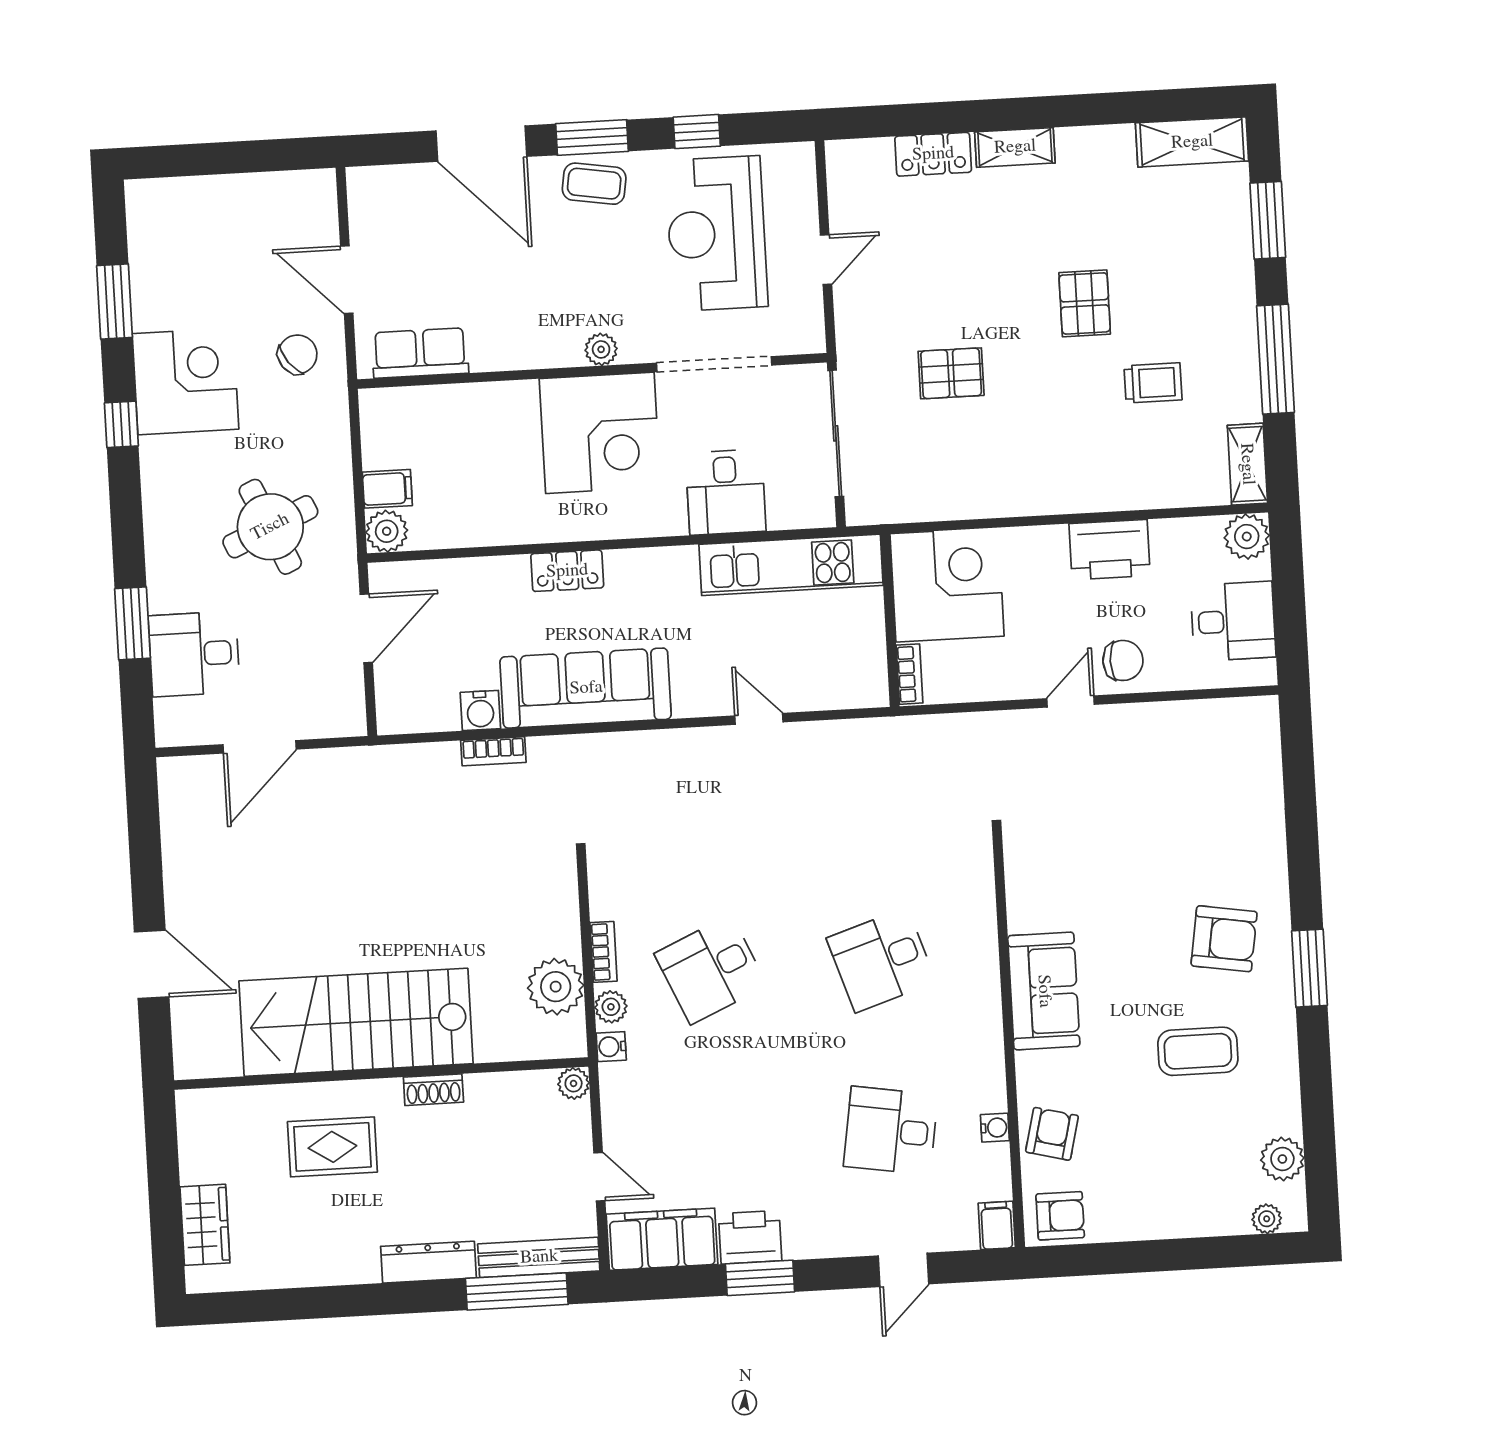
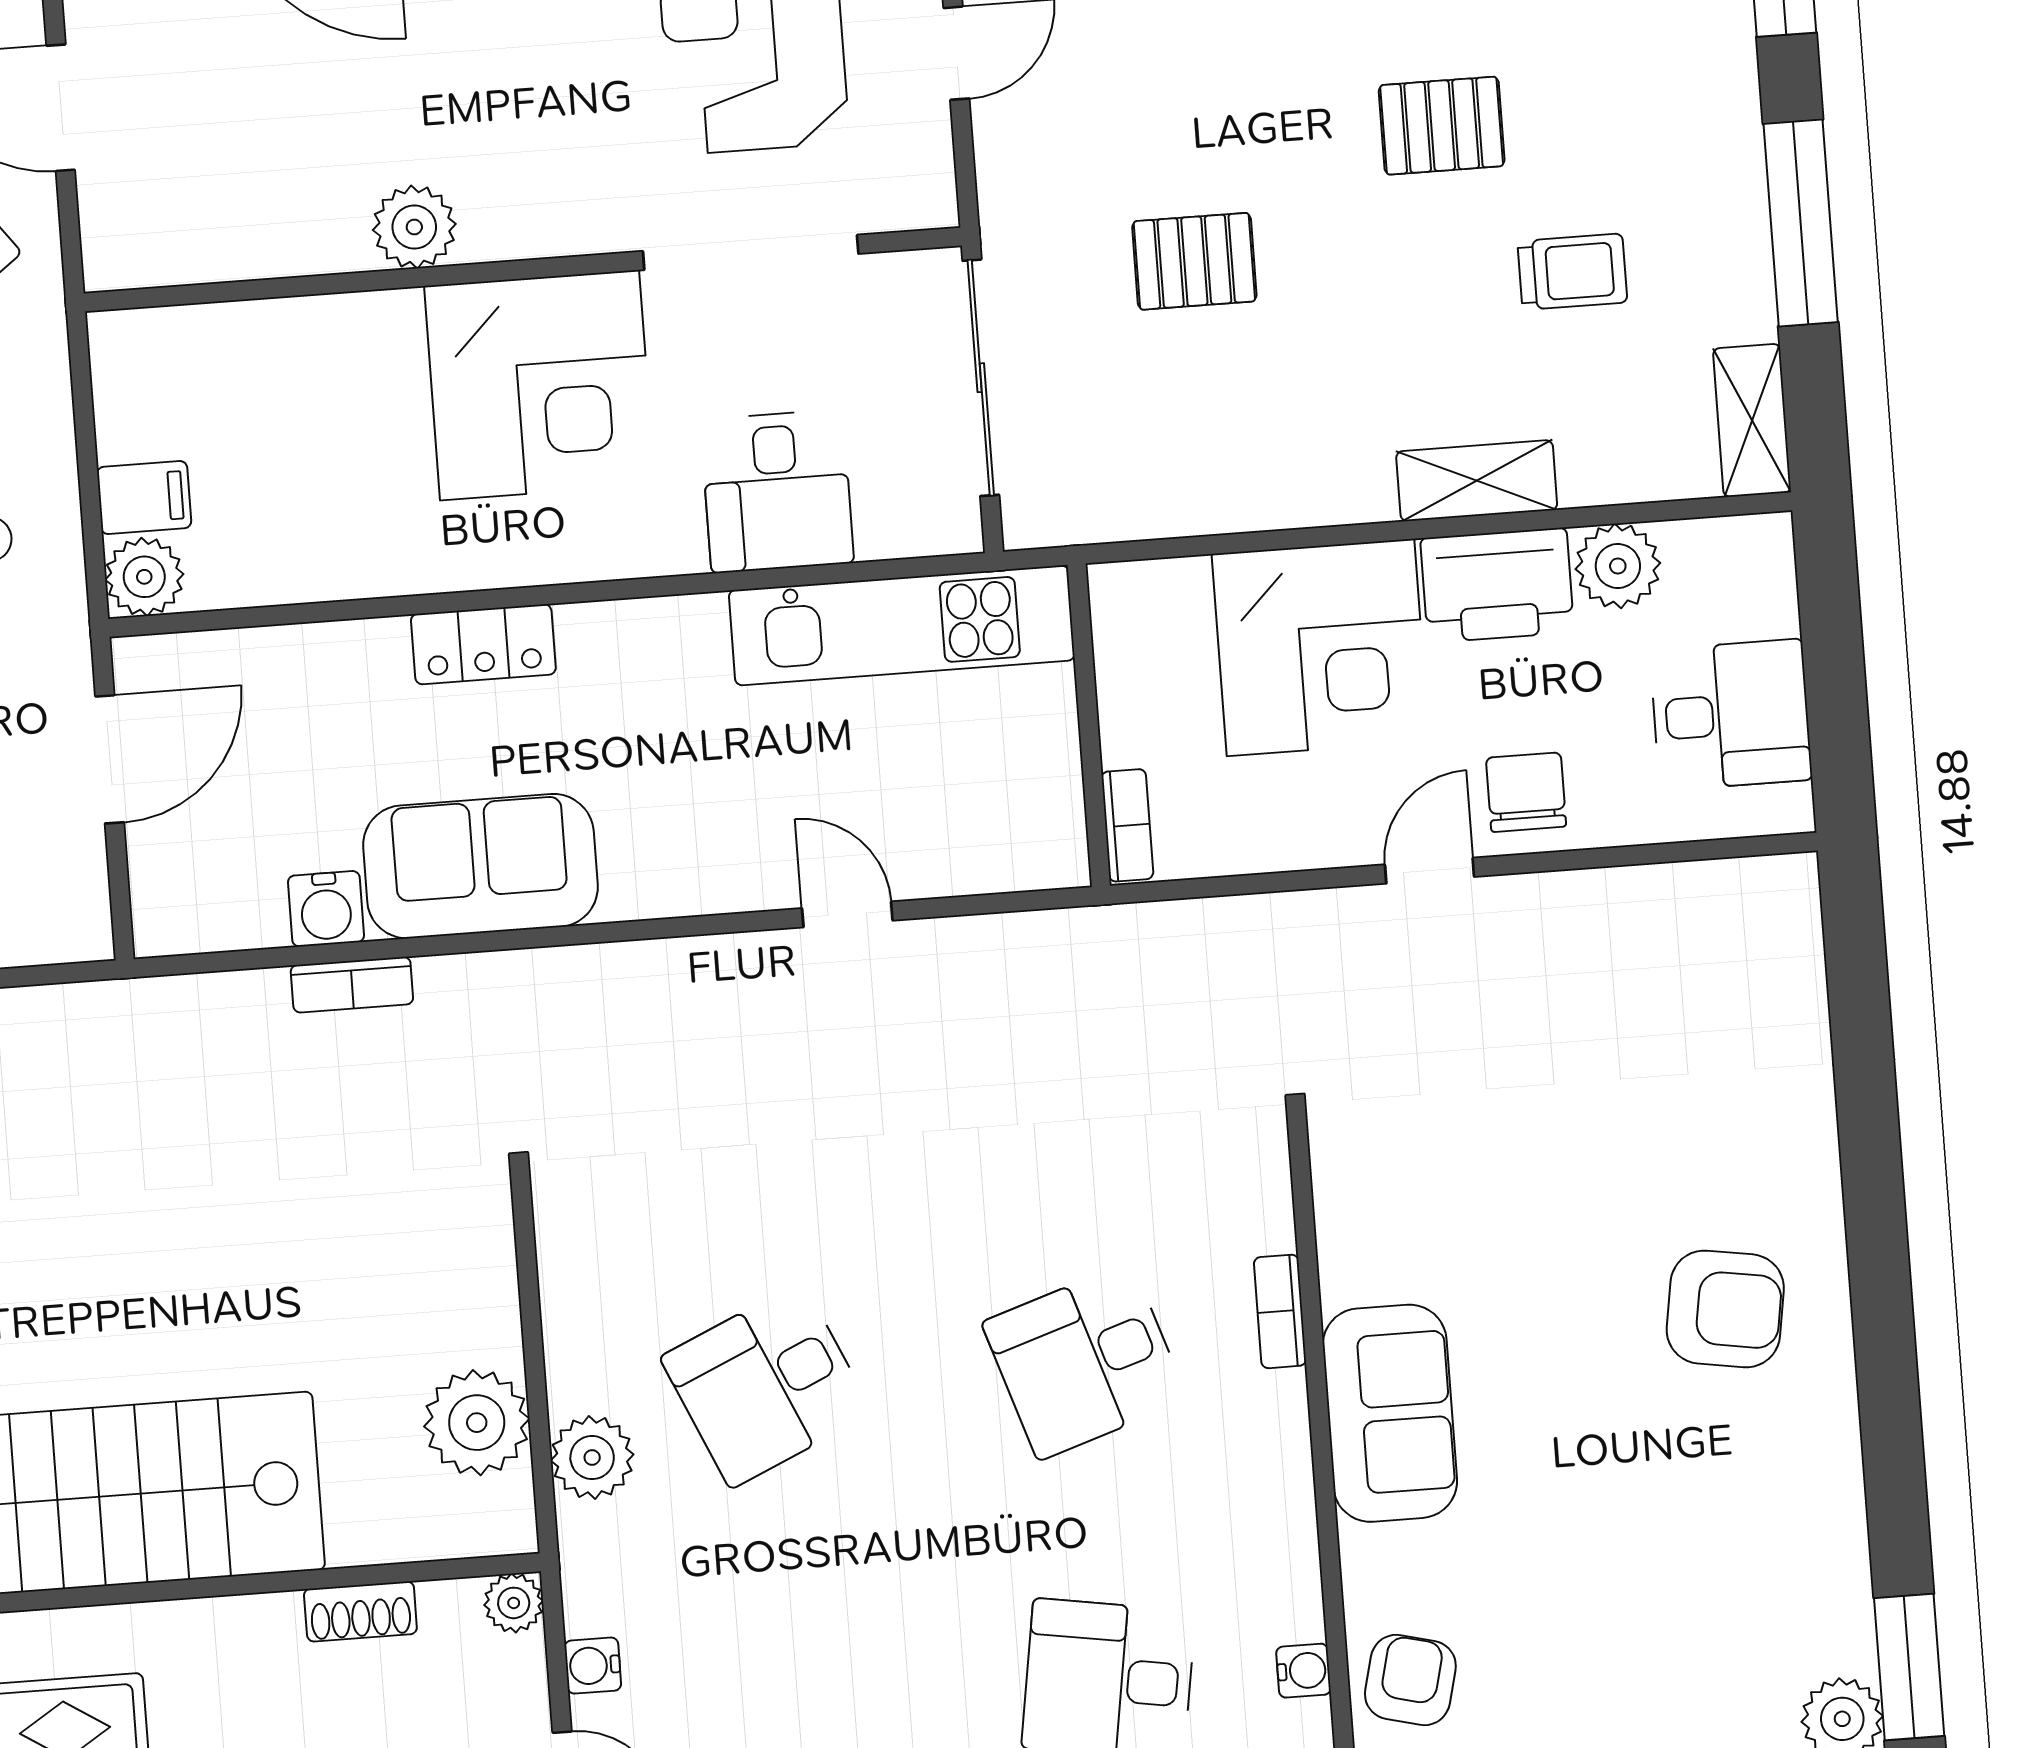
pallet: (1085, 303) -> (1442, 126), turned 90
plant: (601, 349) -> (414, 227), moved, width x1.38, depth x1.38
row of seats: (420, 353) -> (200, 242), removed
shelving: (1100, 494) -> (1477, 481), added
plant: (1247, 537) -> (1618, 566), moved
corner desk: (947, 585) -> (1320, 648), moved, turned 90
chair: (1123, 660) -> (1526, 792), turned -90
sofa: (586, 688) -> (480, 866), width x0.73
bookcase: (604, 952) -> (1280, 1311), moved, turned 180
window: (1310, 968) -> (1909, 1667), moved
plant: (611, 1007) -> (592, 1458), width x1.38, depth x1.38
water cooler: (611, 1047) -> (593, 1666), moved
coffee table: (1198, 1051) -> (1680, 1520), removed
shoe rack: (433, 1090) -> (360, 1611), moved

